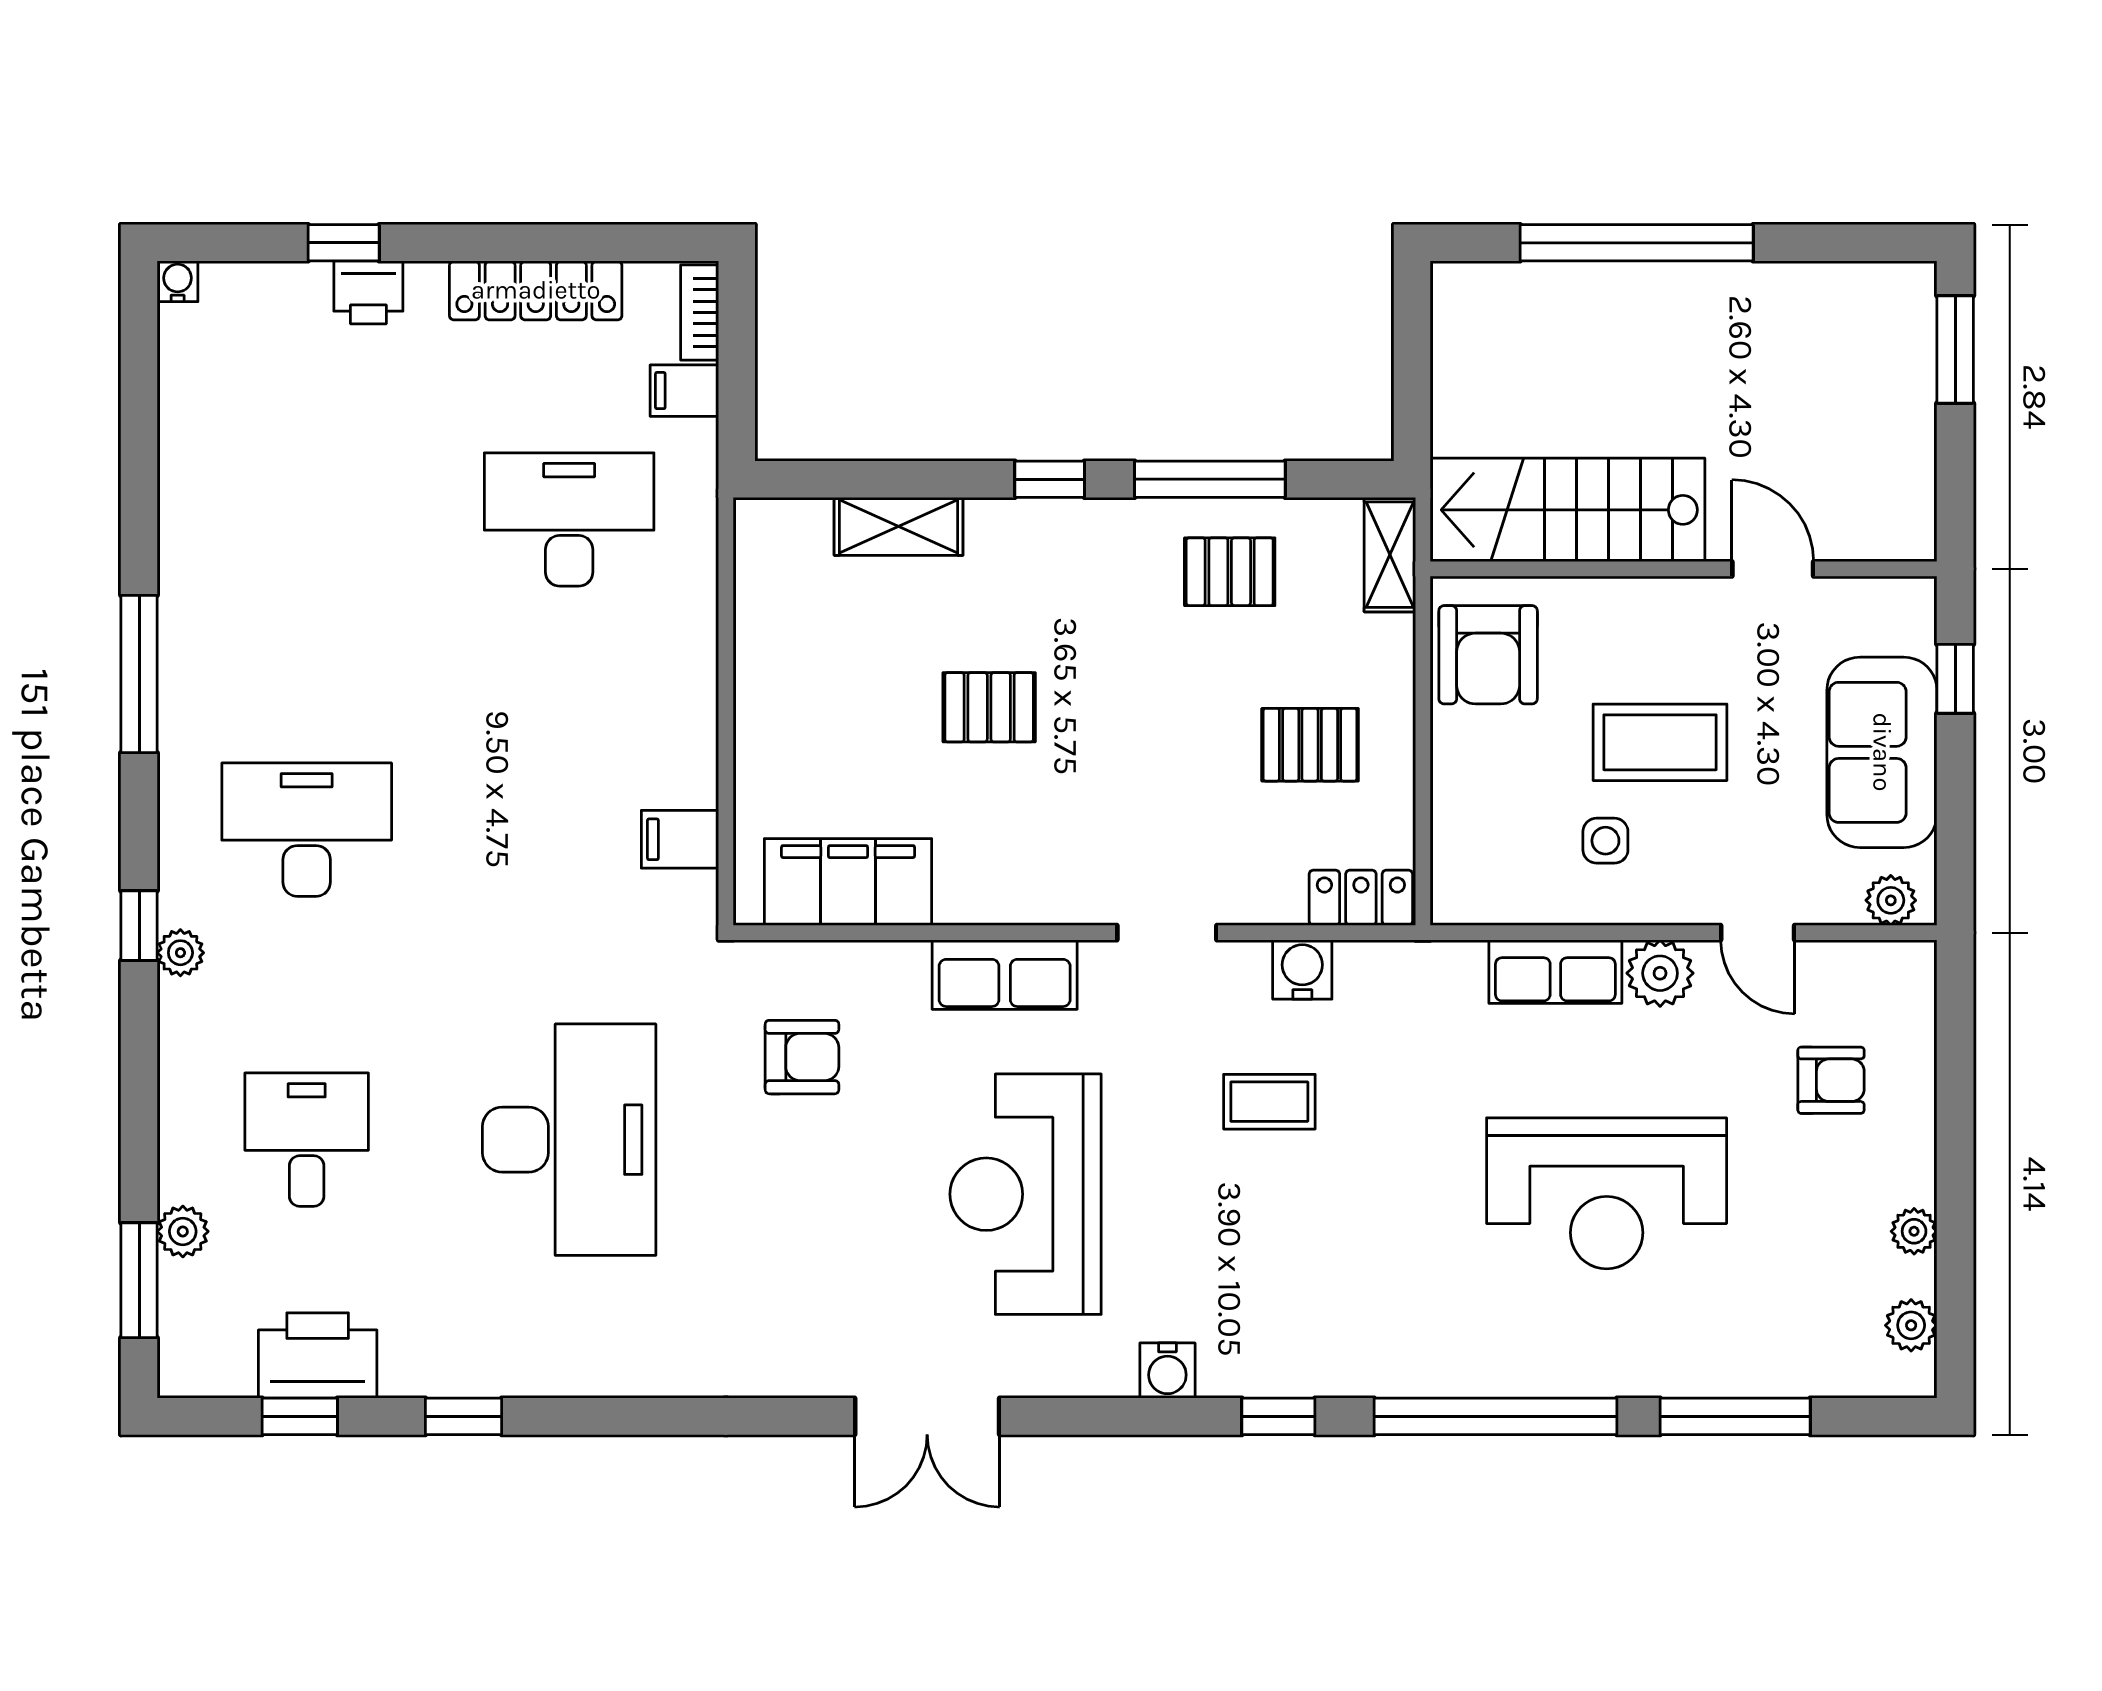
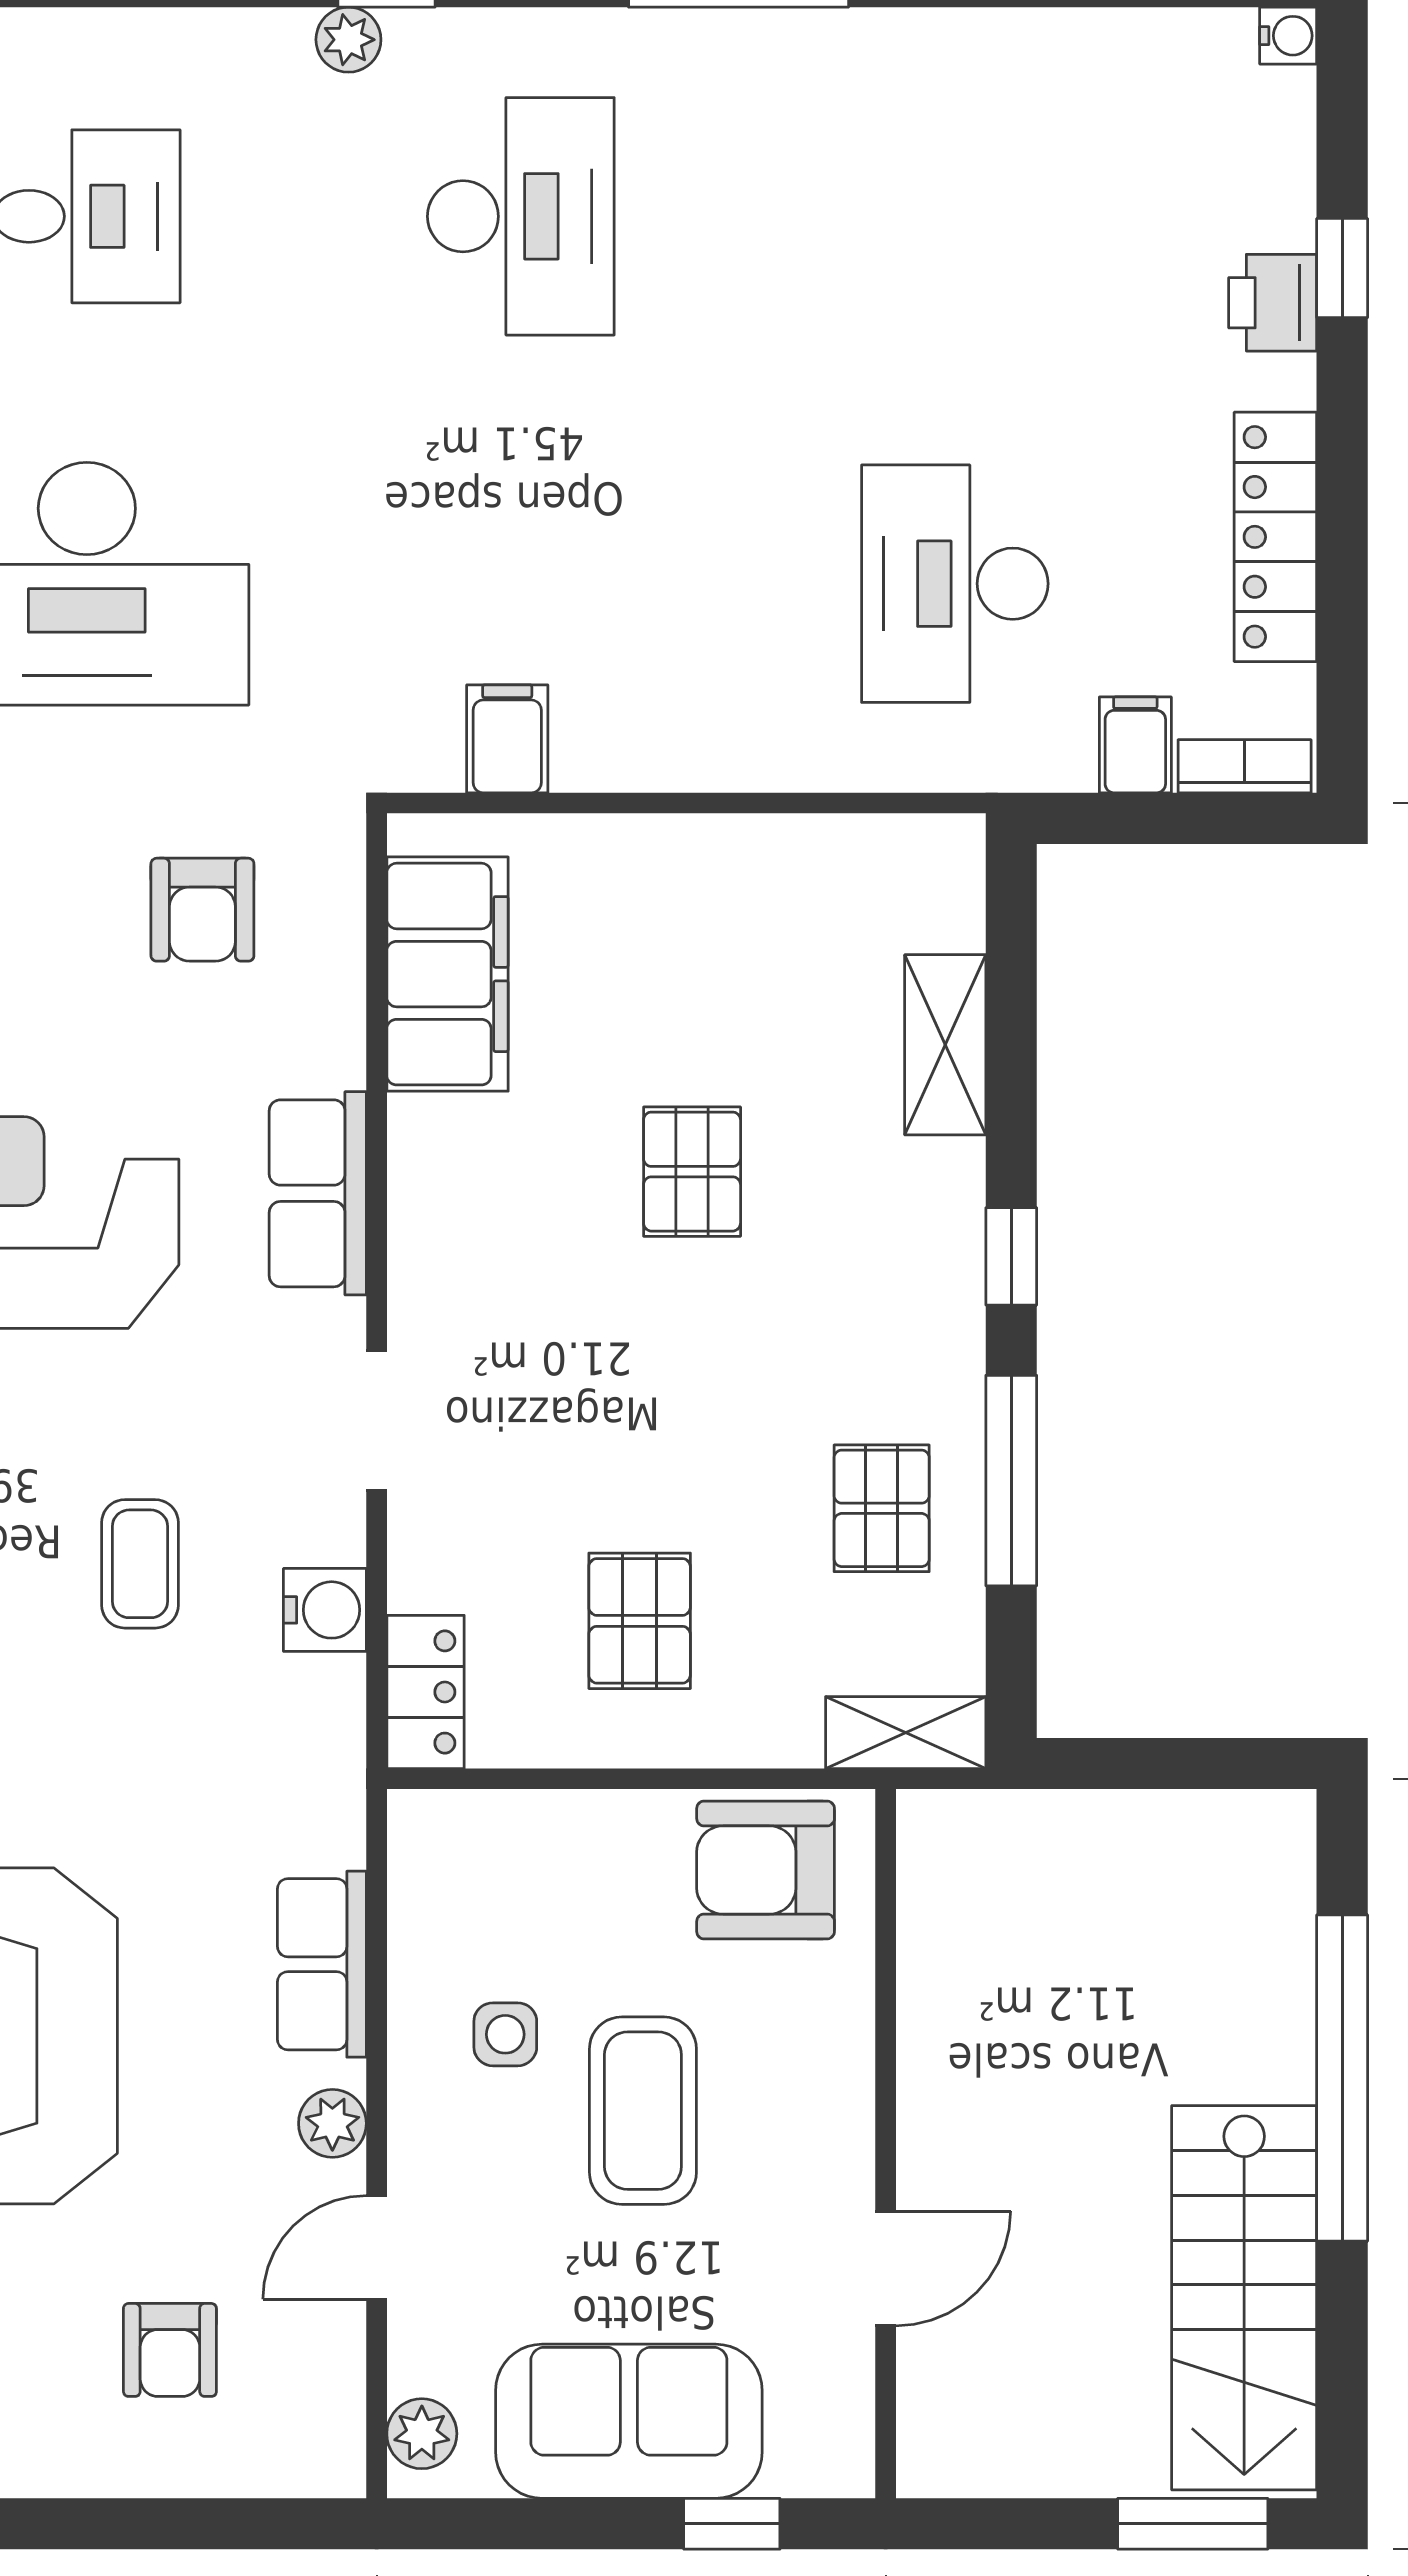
stairs: (1567, 510) -> (1244, 2298), moved, turned 180
desk: (569, 519) -> (955, 584), turned 180
plant: (1660, 973) -> (332, 2123), width x0.73, depth x0.73

